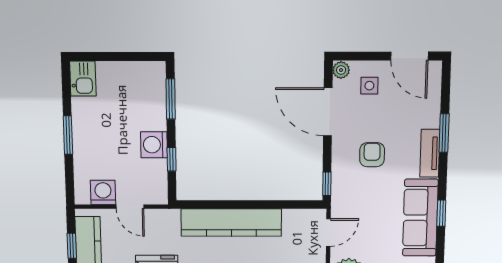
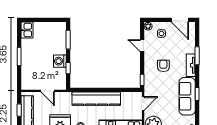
door: (328, 112) -> (142, 46), width x0.53
washing machine: (103, 192) -> (35, 84), removed

